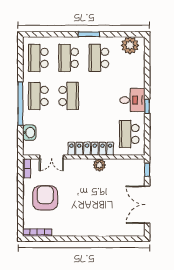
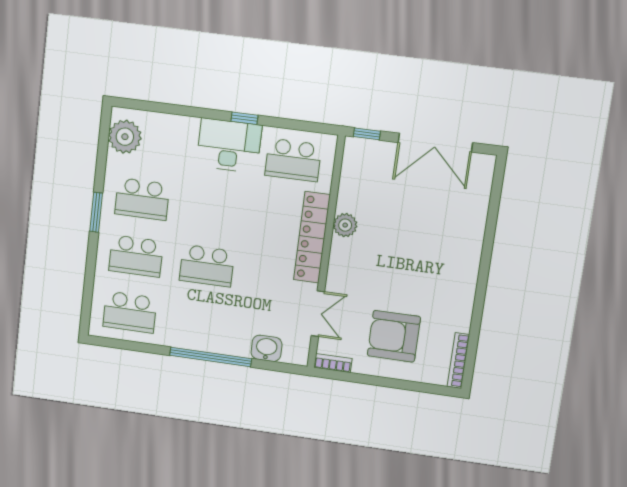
school desk: (38, 96) -> (200, 322), removed
school desk: (69, 96) -> (207, 266), turned 180
desk: (132, 100) -> (229, 145), width x1.37

